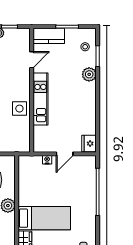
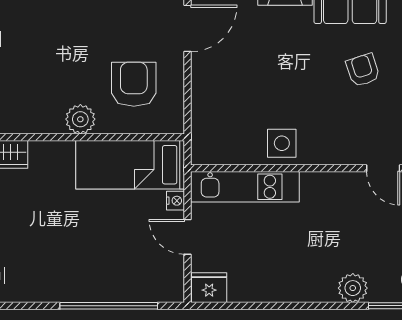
kitchen unit: (40, 99) -> (245, 187), moved
bed: (44, 218) -> (130, 165), moved, turned 90

